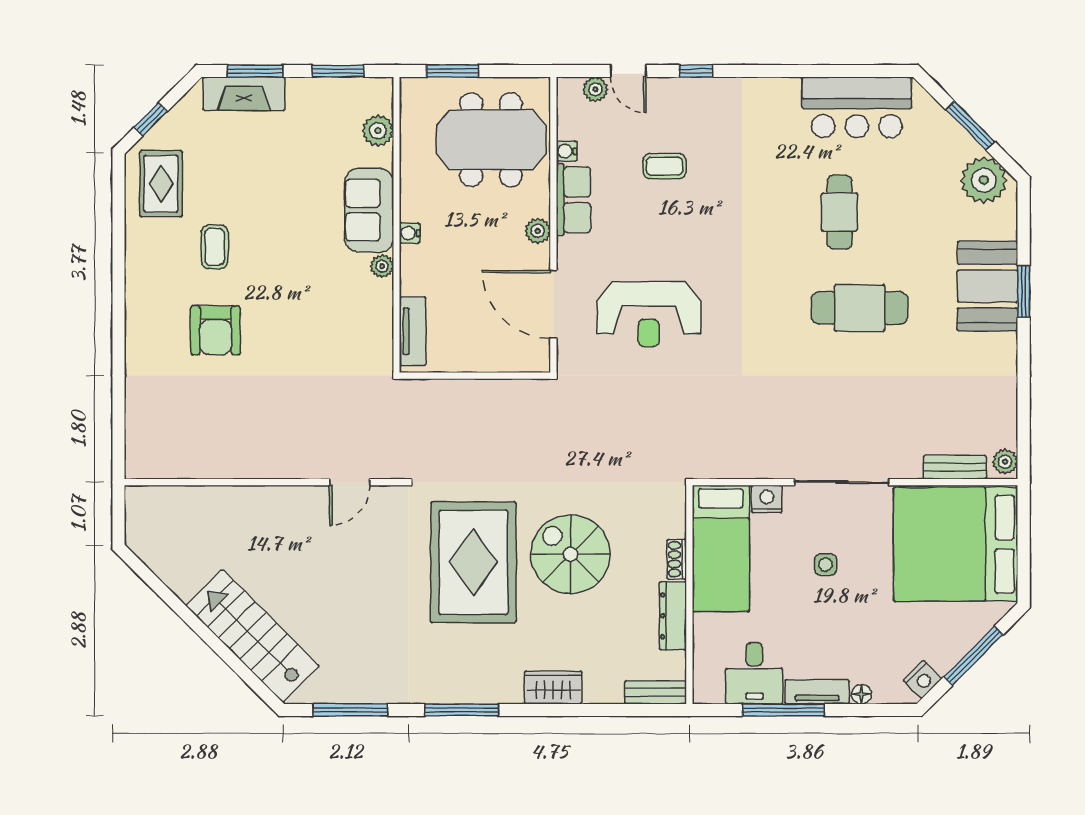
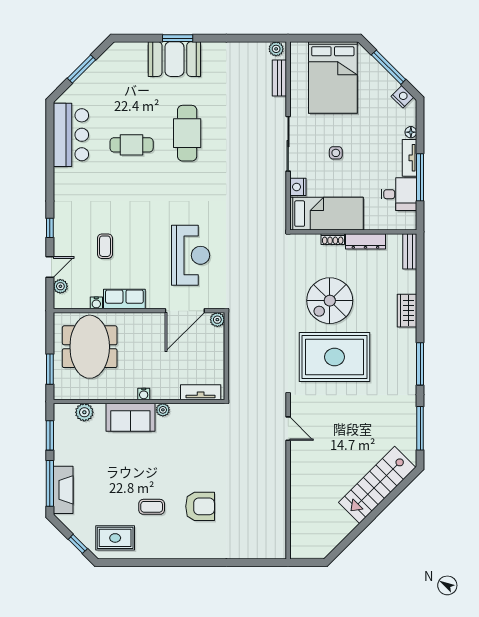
window: (255, 71) -> (50, 483), width x1.44
plant: (984, 180) -> (113, 61), removed
plant: (538, 231) -> (217, 320), moved
bed: (956, 544) -> (333, 78), width x0.73

